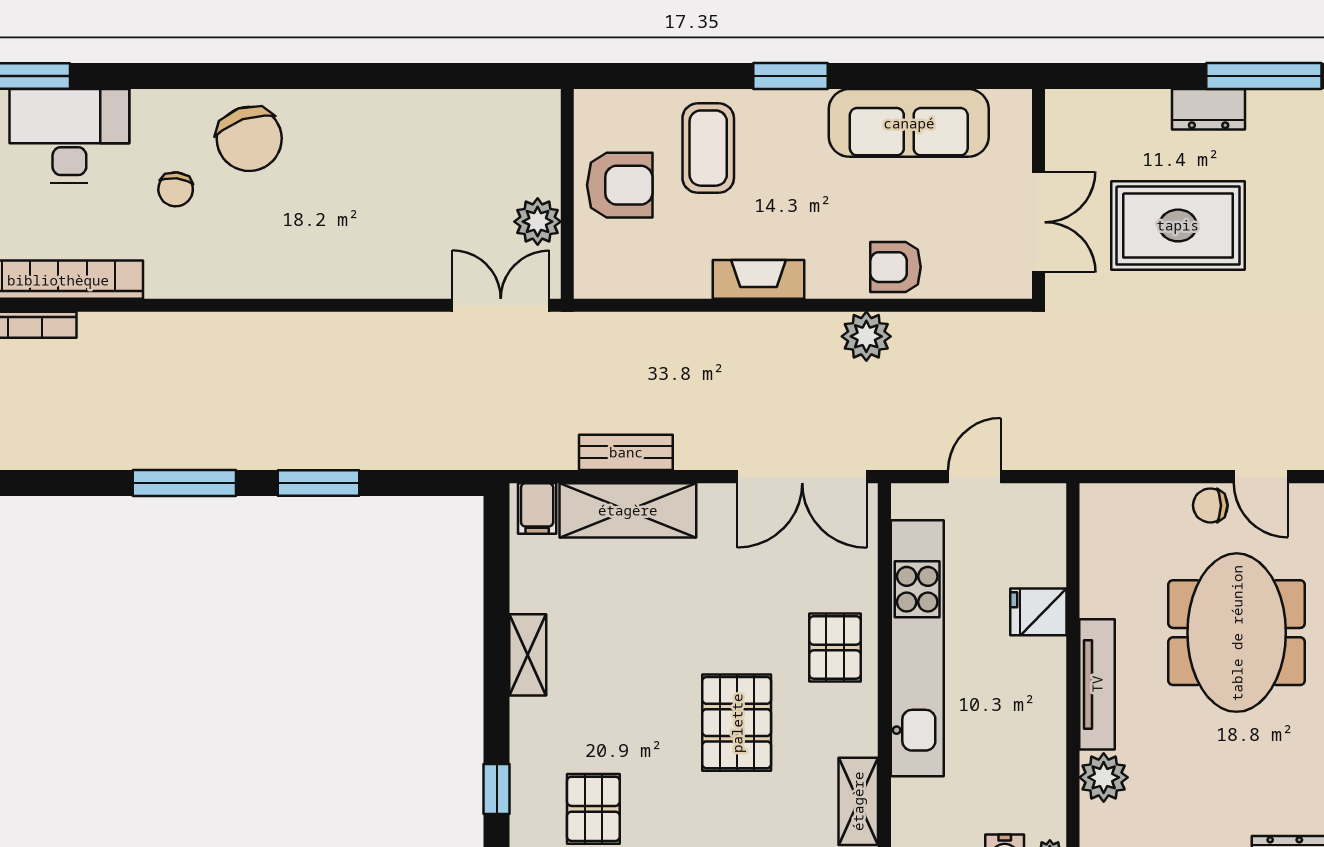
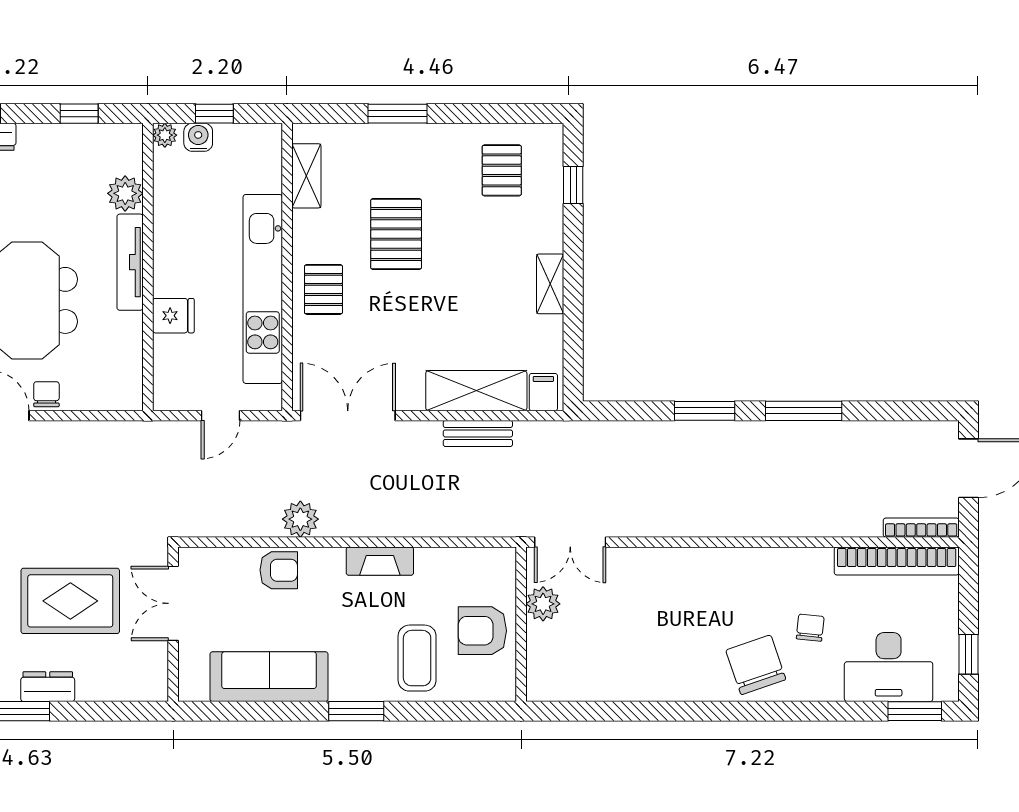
chair: (1210, 505) -> (46, 394), turned -90

